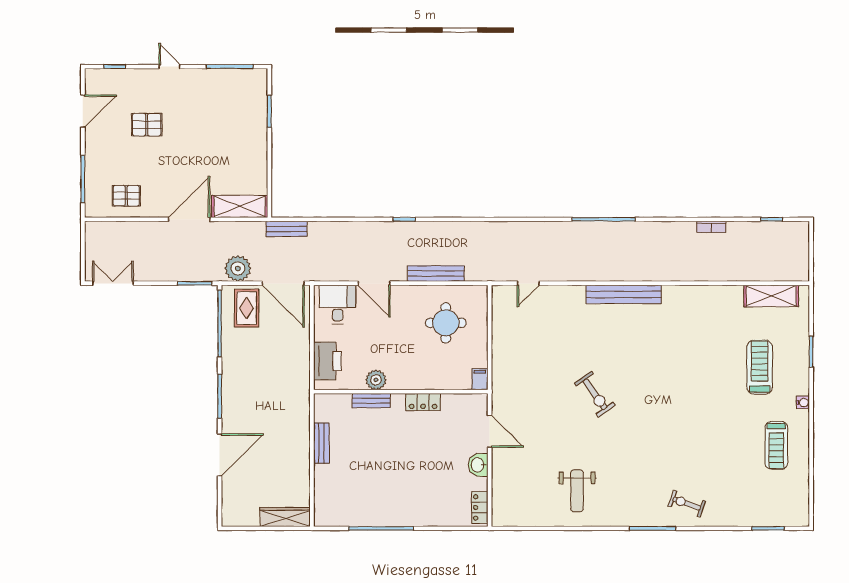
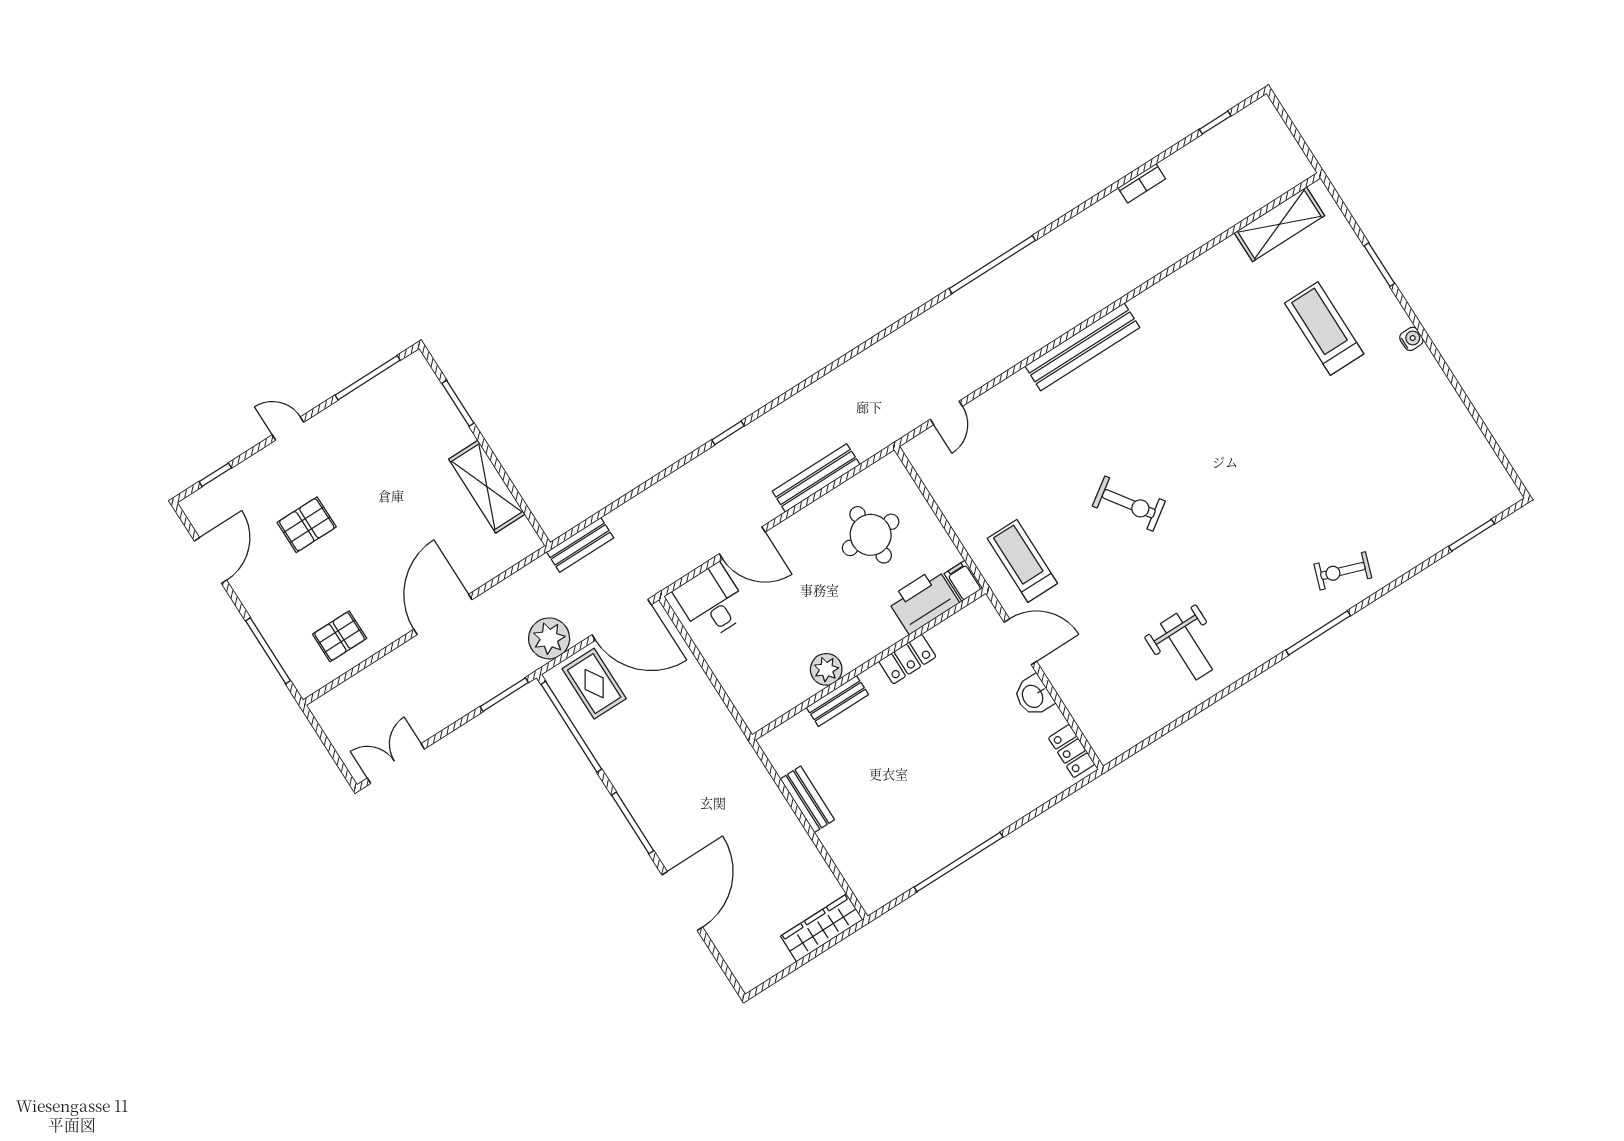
shelving: (240, 206) -> (487, 487), moved, turned 90
printer: (327, 361) -> (923, 601), moved, turned -90
treadmill: (776, 445) -> (1022, 561), moved, turned 180

